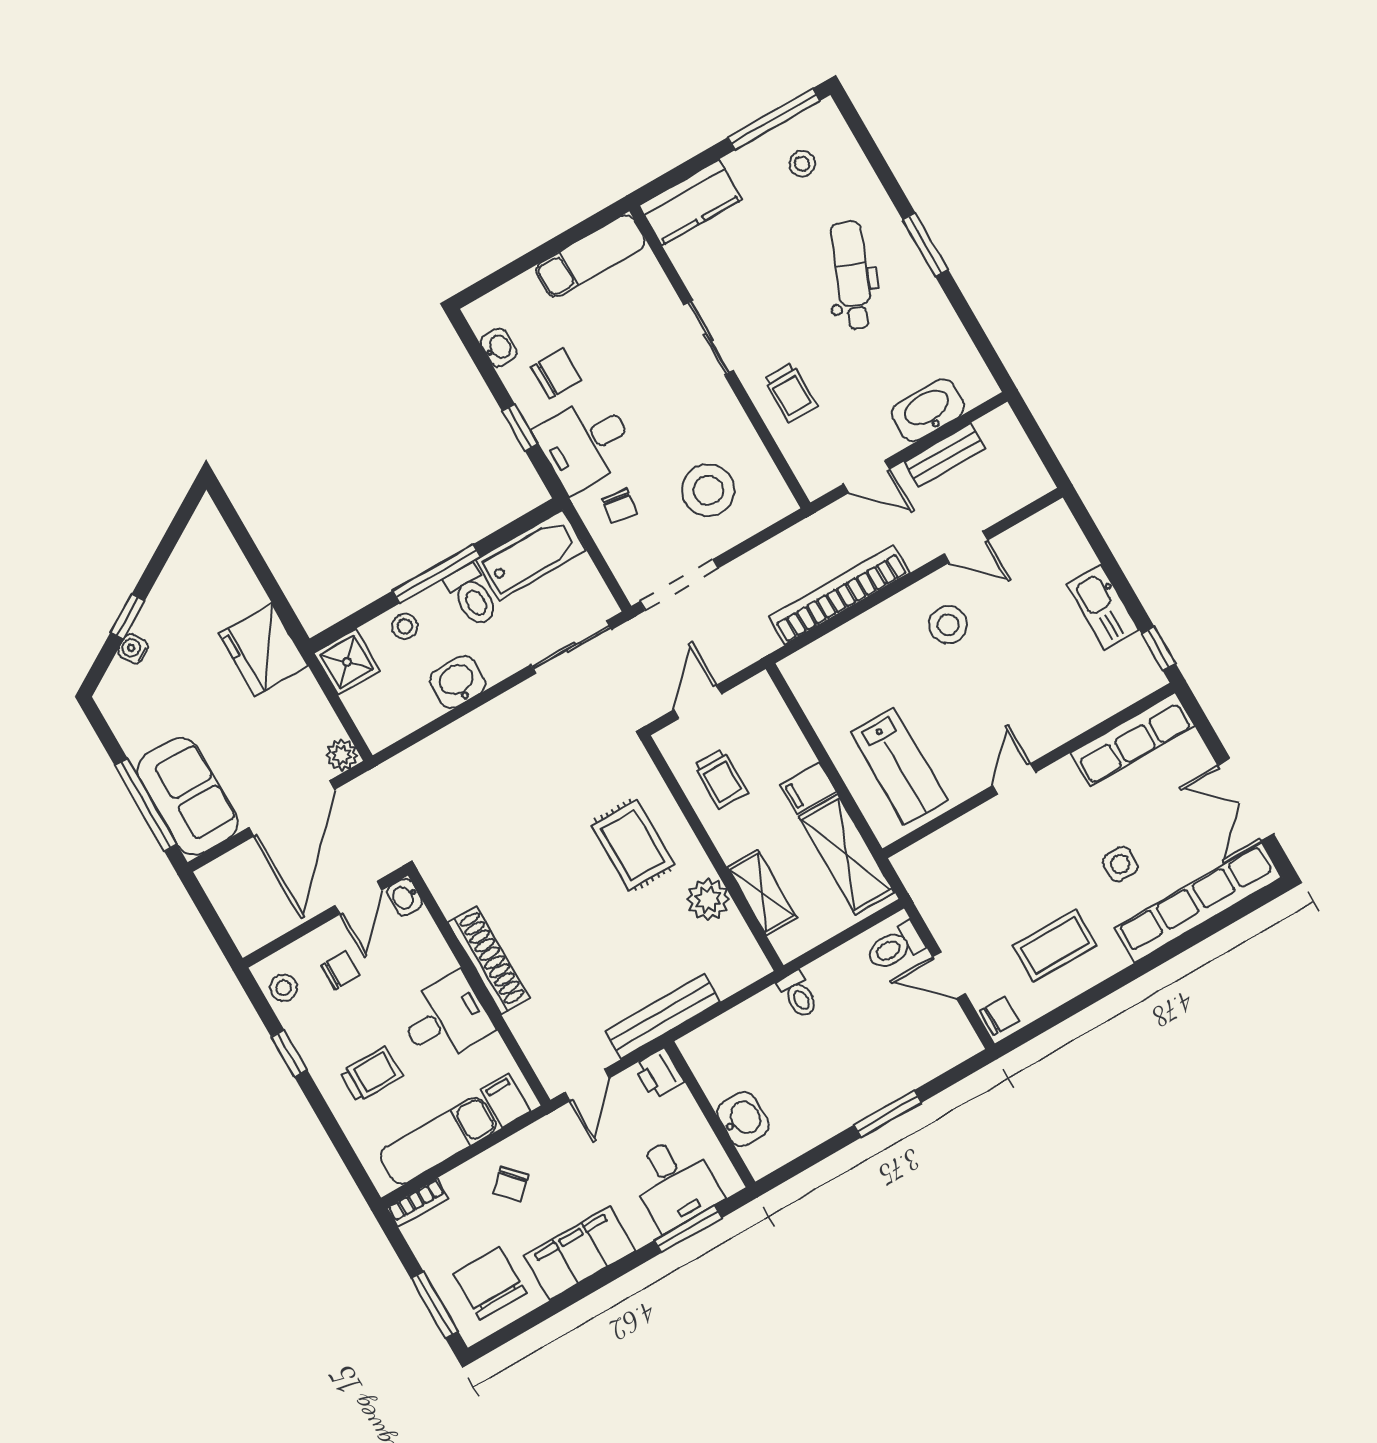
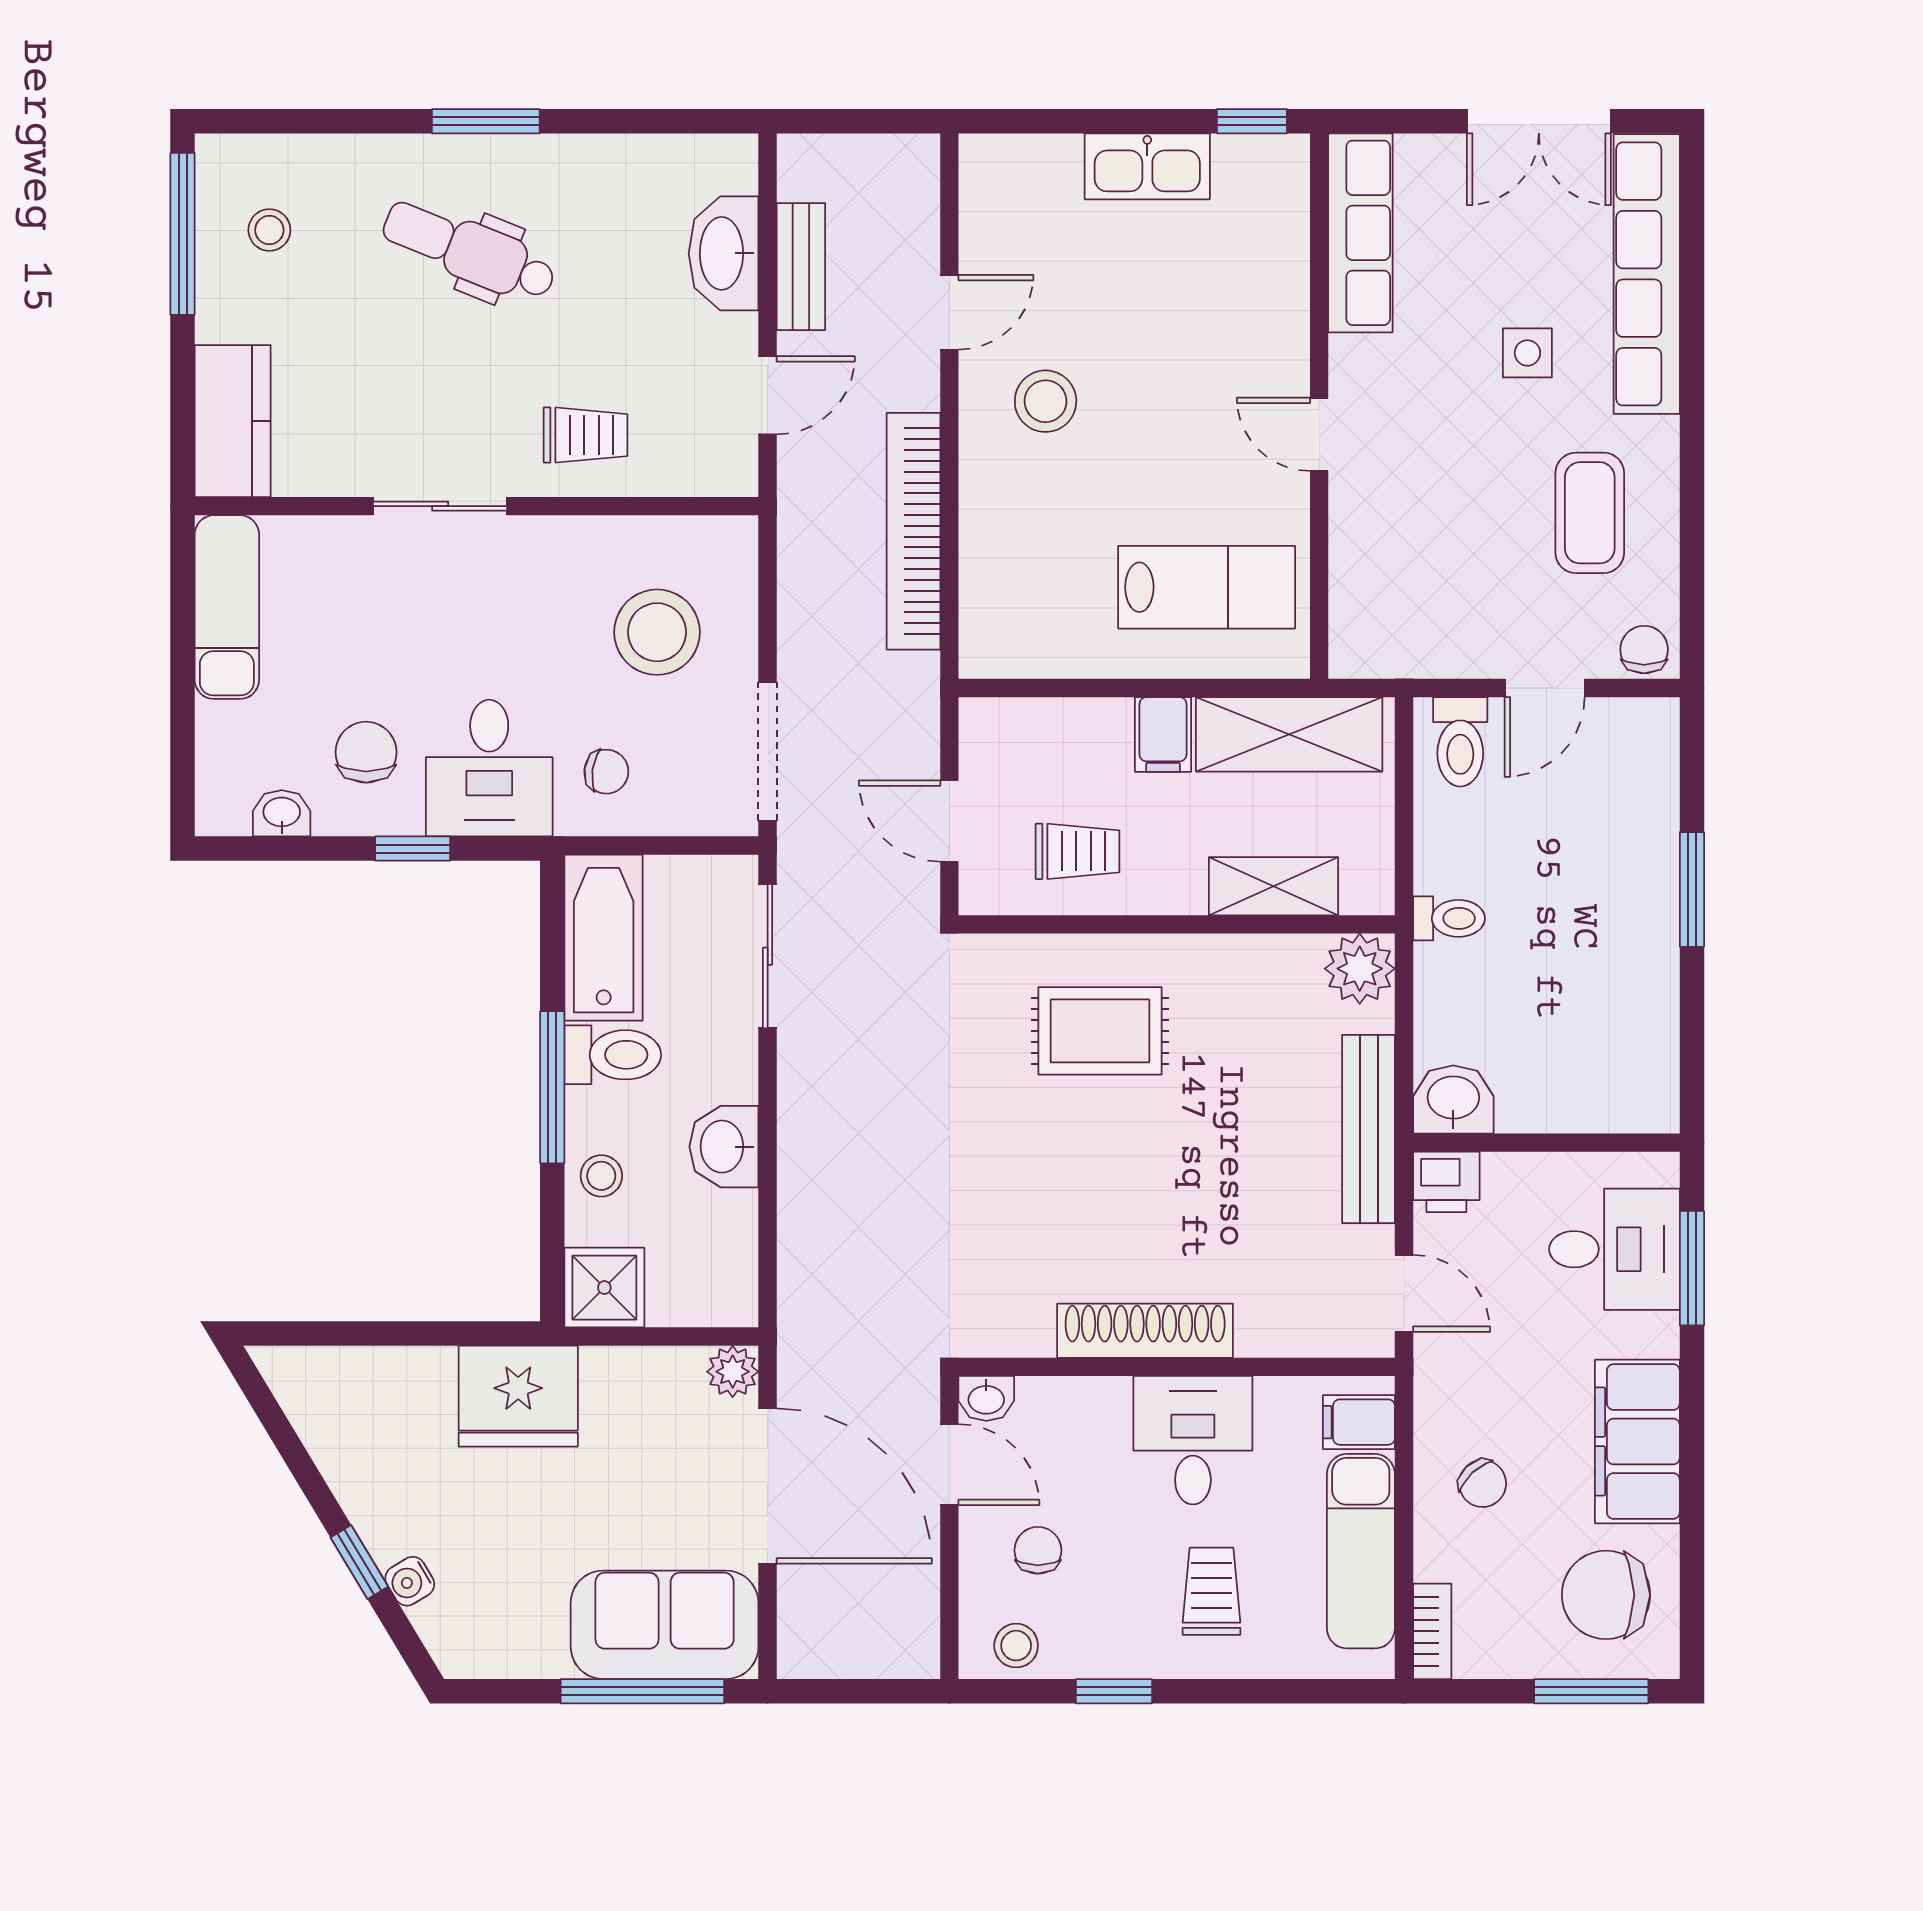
plant: (708, 900) -> (1360, 969), moved
washbasin: (743, 1119) -> (1453, 1099), moved

